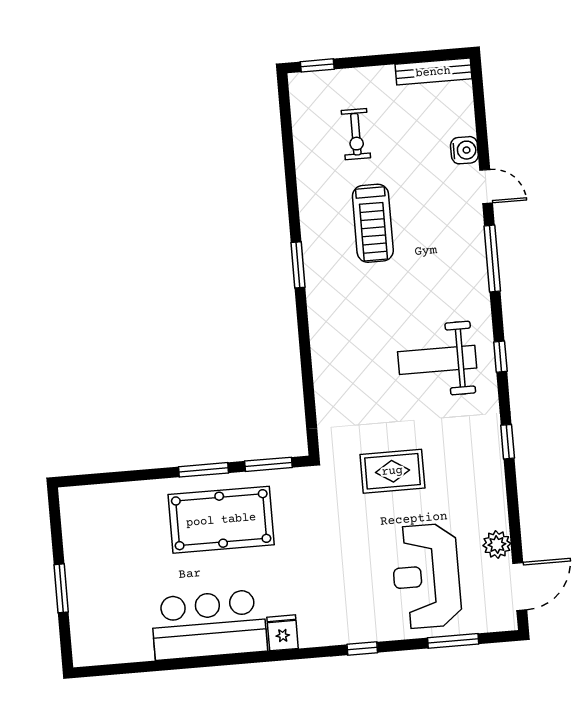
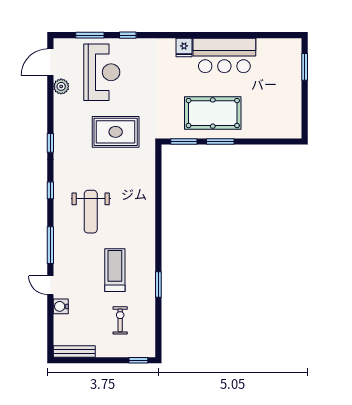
window: (298, 265) -> (158, 284), moved
weight bench: (437, 360) -> (91, 212), moved, turned 90
rug: (392, 471) -> (116, 132), width x1.36, depth x1.43
window: (61, 588) -> (305, 67), moved
window: (362, 649) -> (128, 35), moved

